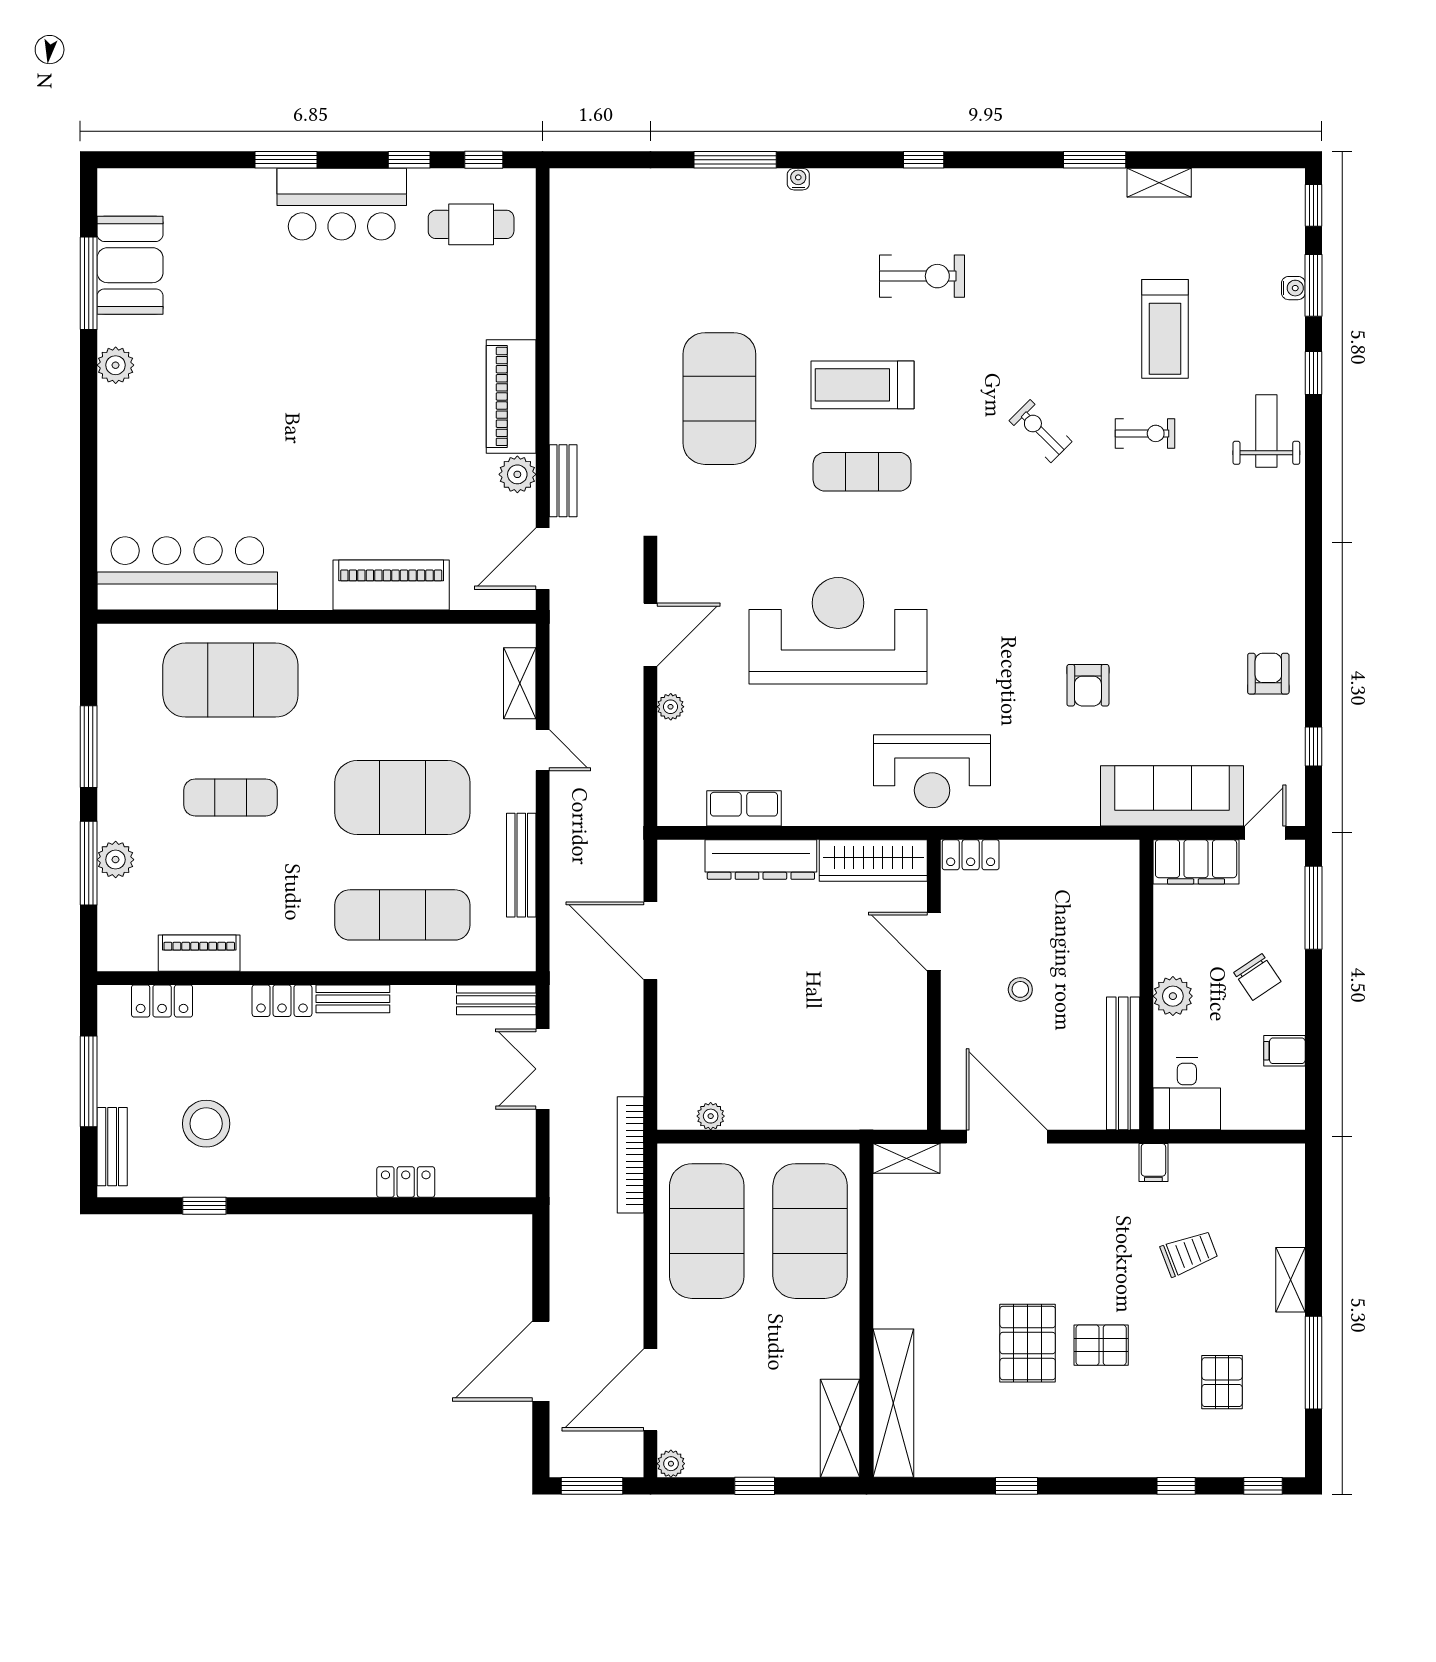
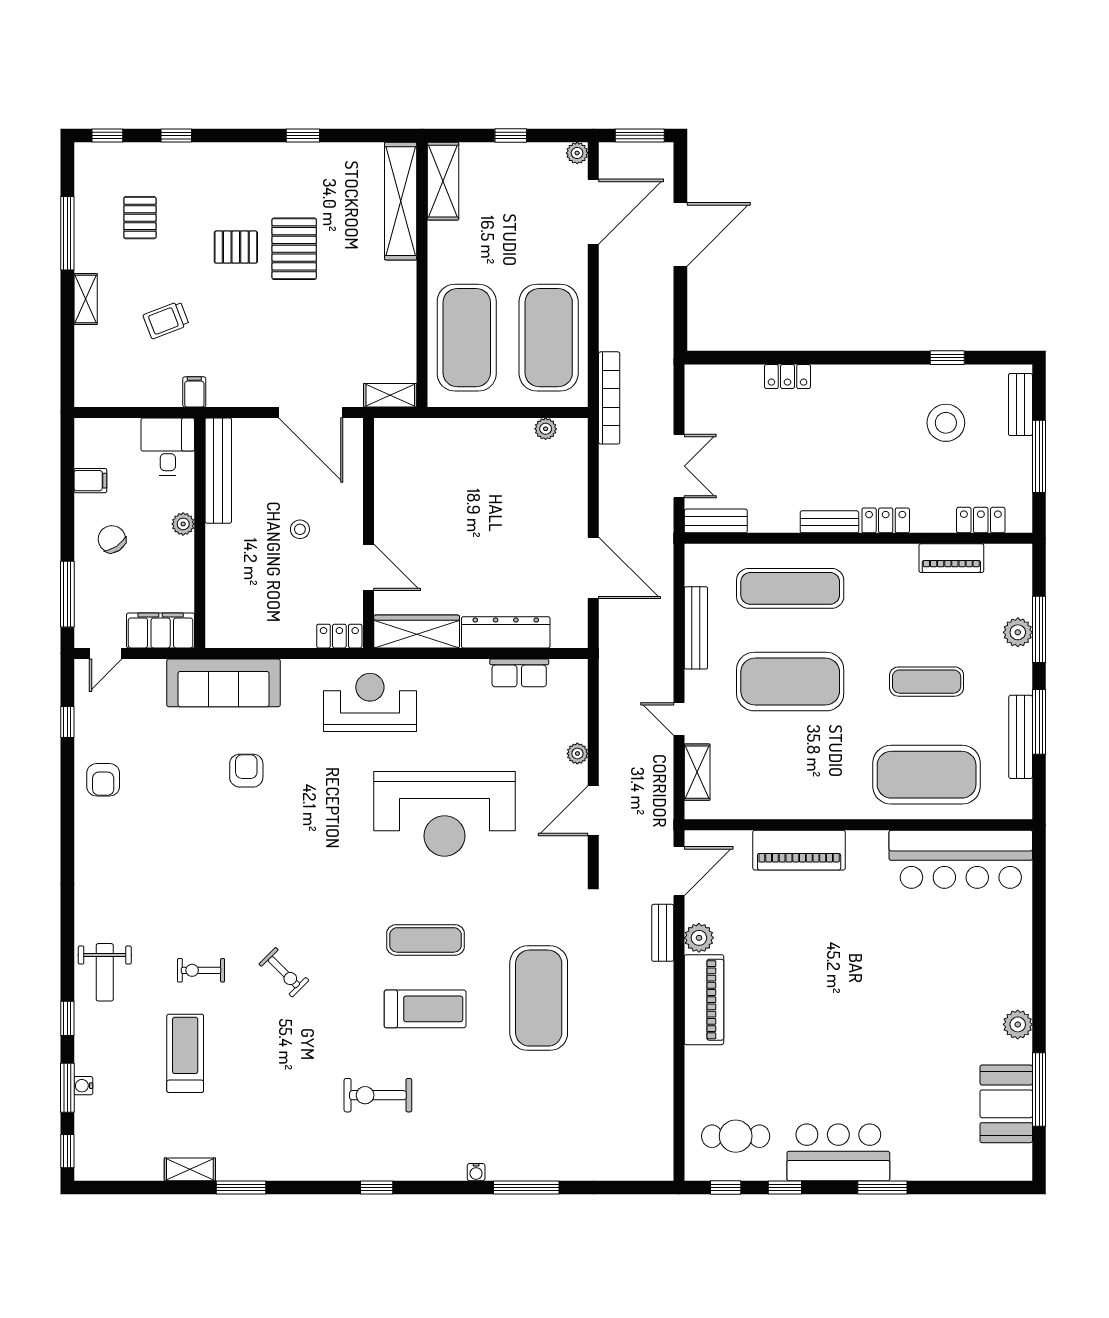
bench: (112, 728) -> (1021, 737), added
sofa: (1172, 796) -> (224, 683), moved
plant: (1173, 996) -> (183, 524), width x0.73, depth x0.73

